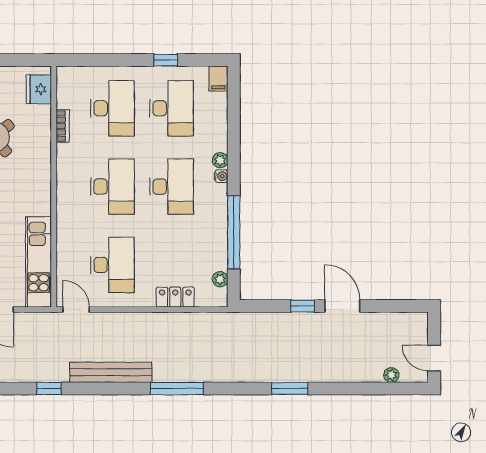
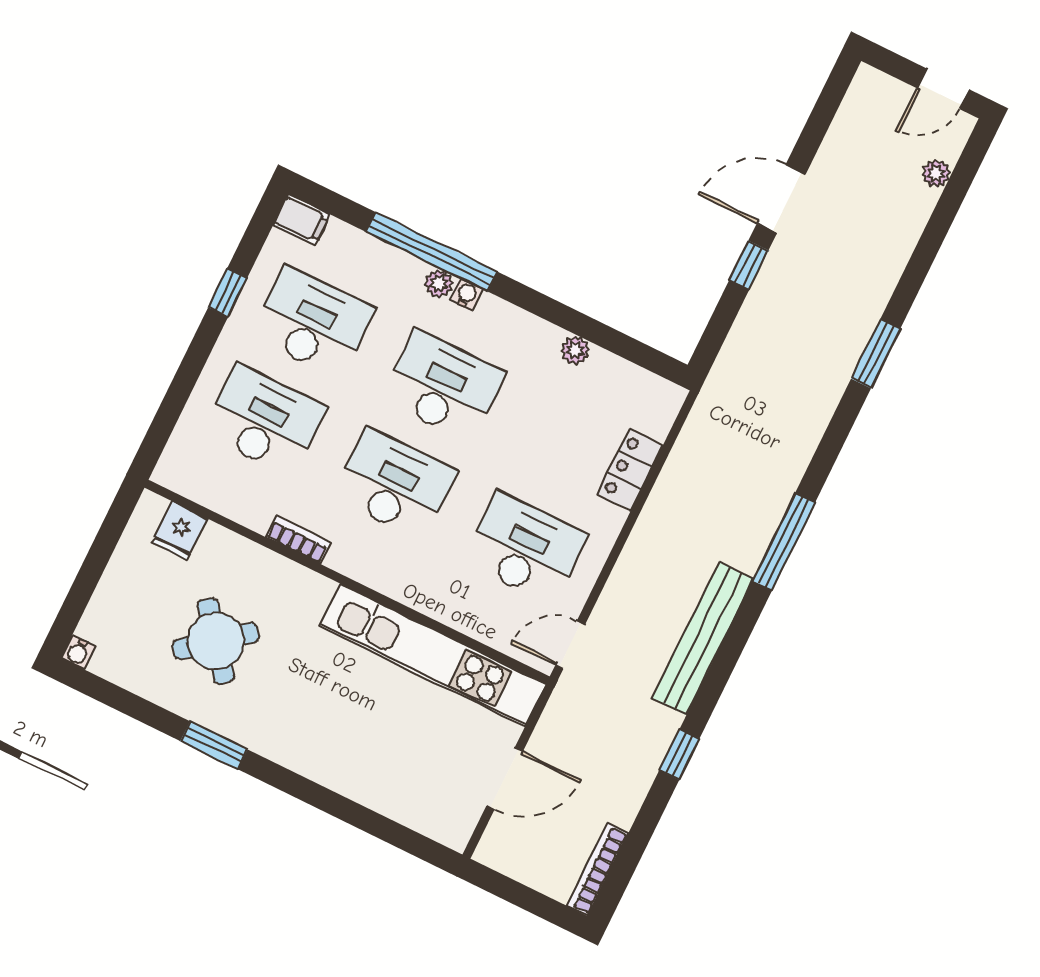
fridge: (39, 89) -> (180, 531), width x0.72
bookcase: (63, 126) -> (298, 540), moved
window: (234, 232) -> (432, 252), moved
kitchen unit: (39, 262) -> (433, 655), width x1.36
plant: (220, 279) -> (575, 350), moved

